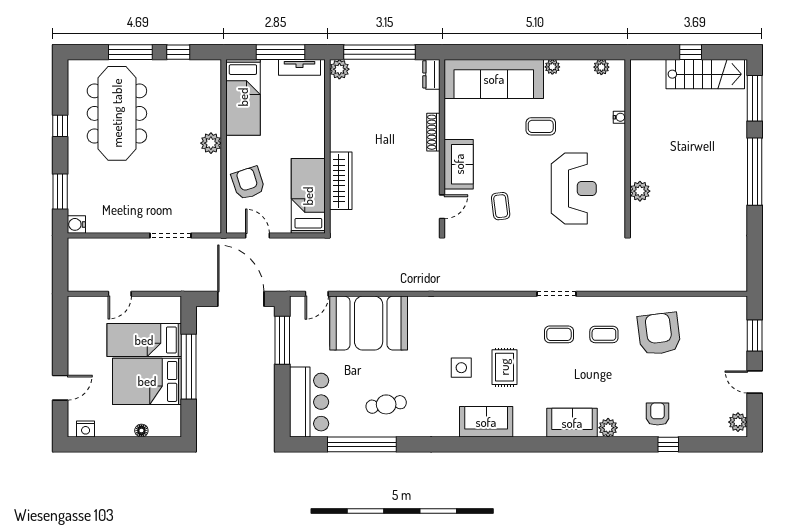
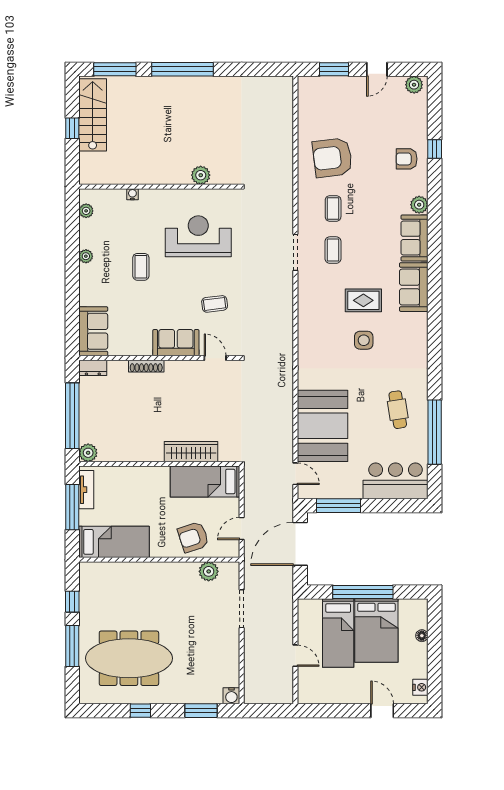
sofa: (494, 79) -> (93, 331), width x0.54, depth x0.79
plant: (211, 143) -> (209, 571), moved
sofa: (486, 422) -> (414, 287), moved

